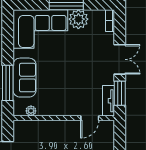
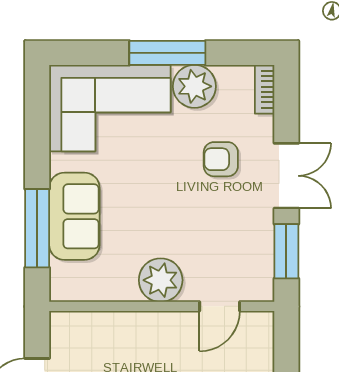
armchair: (90, 52) -> (221, 159), added
tv unit: (109, 101) -> (261, 268), removed
plant: (31, 111) -> (161, 280), moved, width x1.88, depth x1.88

